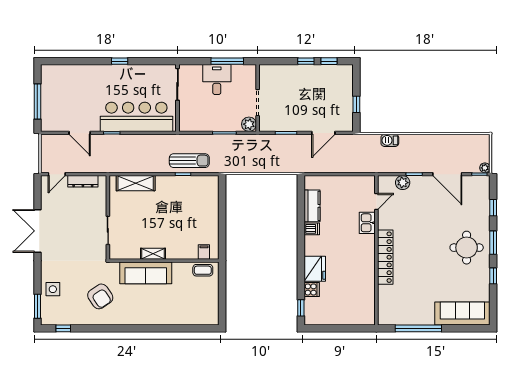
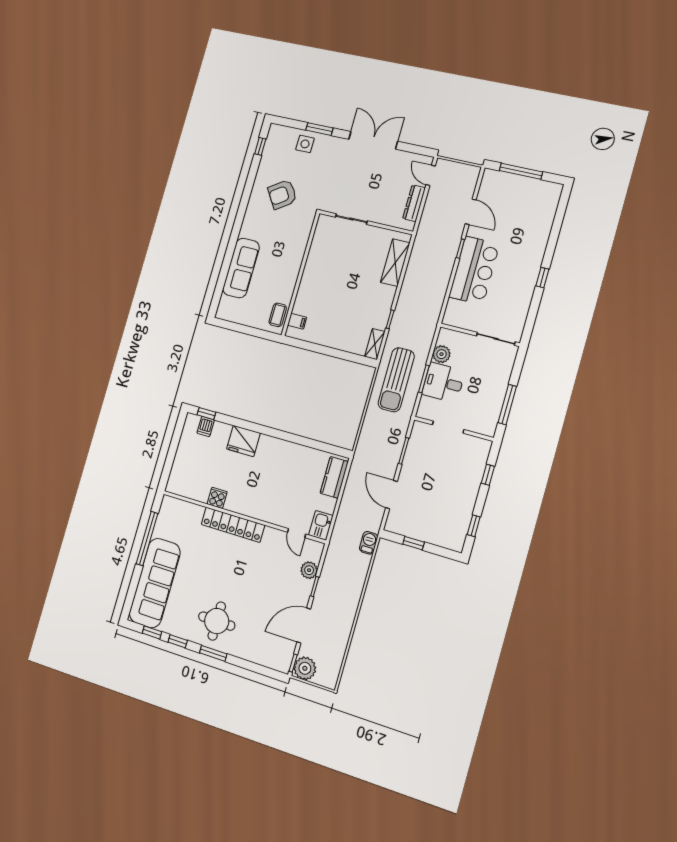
window: (306, 61) -> (488, 475), moved
desk: (217, 80) -> (443, 383), moved, turned 180
bar counter: (136, 117) -> (474, 270), width x0.73
plant: (249, 124) -> (441, 354), moved
door: (80, 133) -> (471, 212), swing flipped
barbecue: (390, 140) -> (369, 543), moved
sun lounger: (189, 161) -> (396, 380), moved, width x1.36, depth x1.34
plant: (485, 168) -> (305, 668), width x1.87, depth x1.87
kitchen counter: (312, 206) -> (334, 477), moved, turned 90
window: (493, 208) -> (152, 632), moved
kitchen sink: (367, 223) -> (321, 525), moved, turned -90
dishwasher: (312, 229) -> (206, 426), moved
shelving: (153, 254) -> (375, 344), moved
sofa: (146, 273) -> (241, 268), moved, turned 180
cooker: (312, 289) -> (217, 498), moved, turned 180
window: (37, 306) -> (319, 129), moved
sofa: (462, 313) -> (155, 583), width x1.36, depth x1.27

